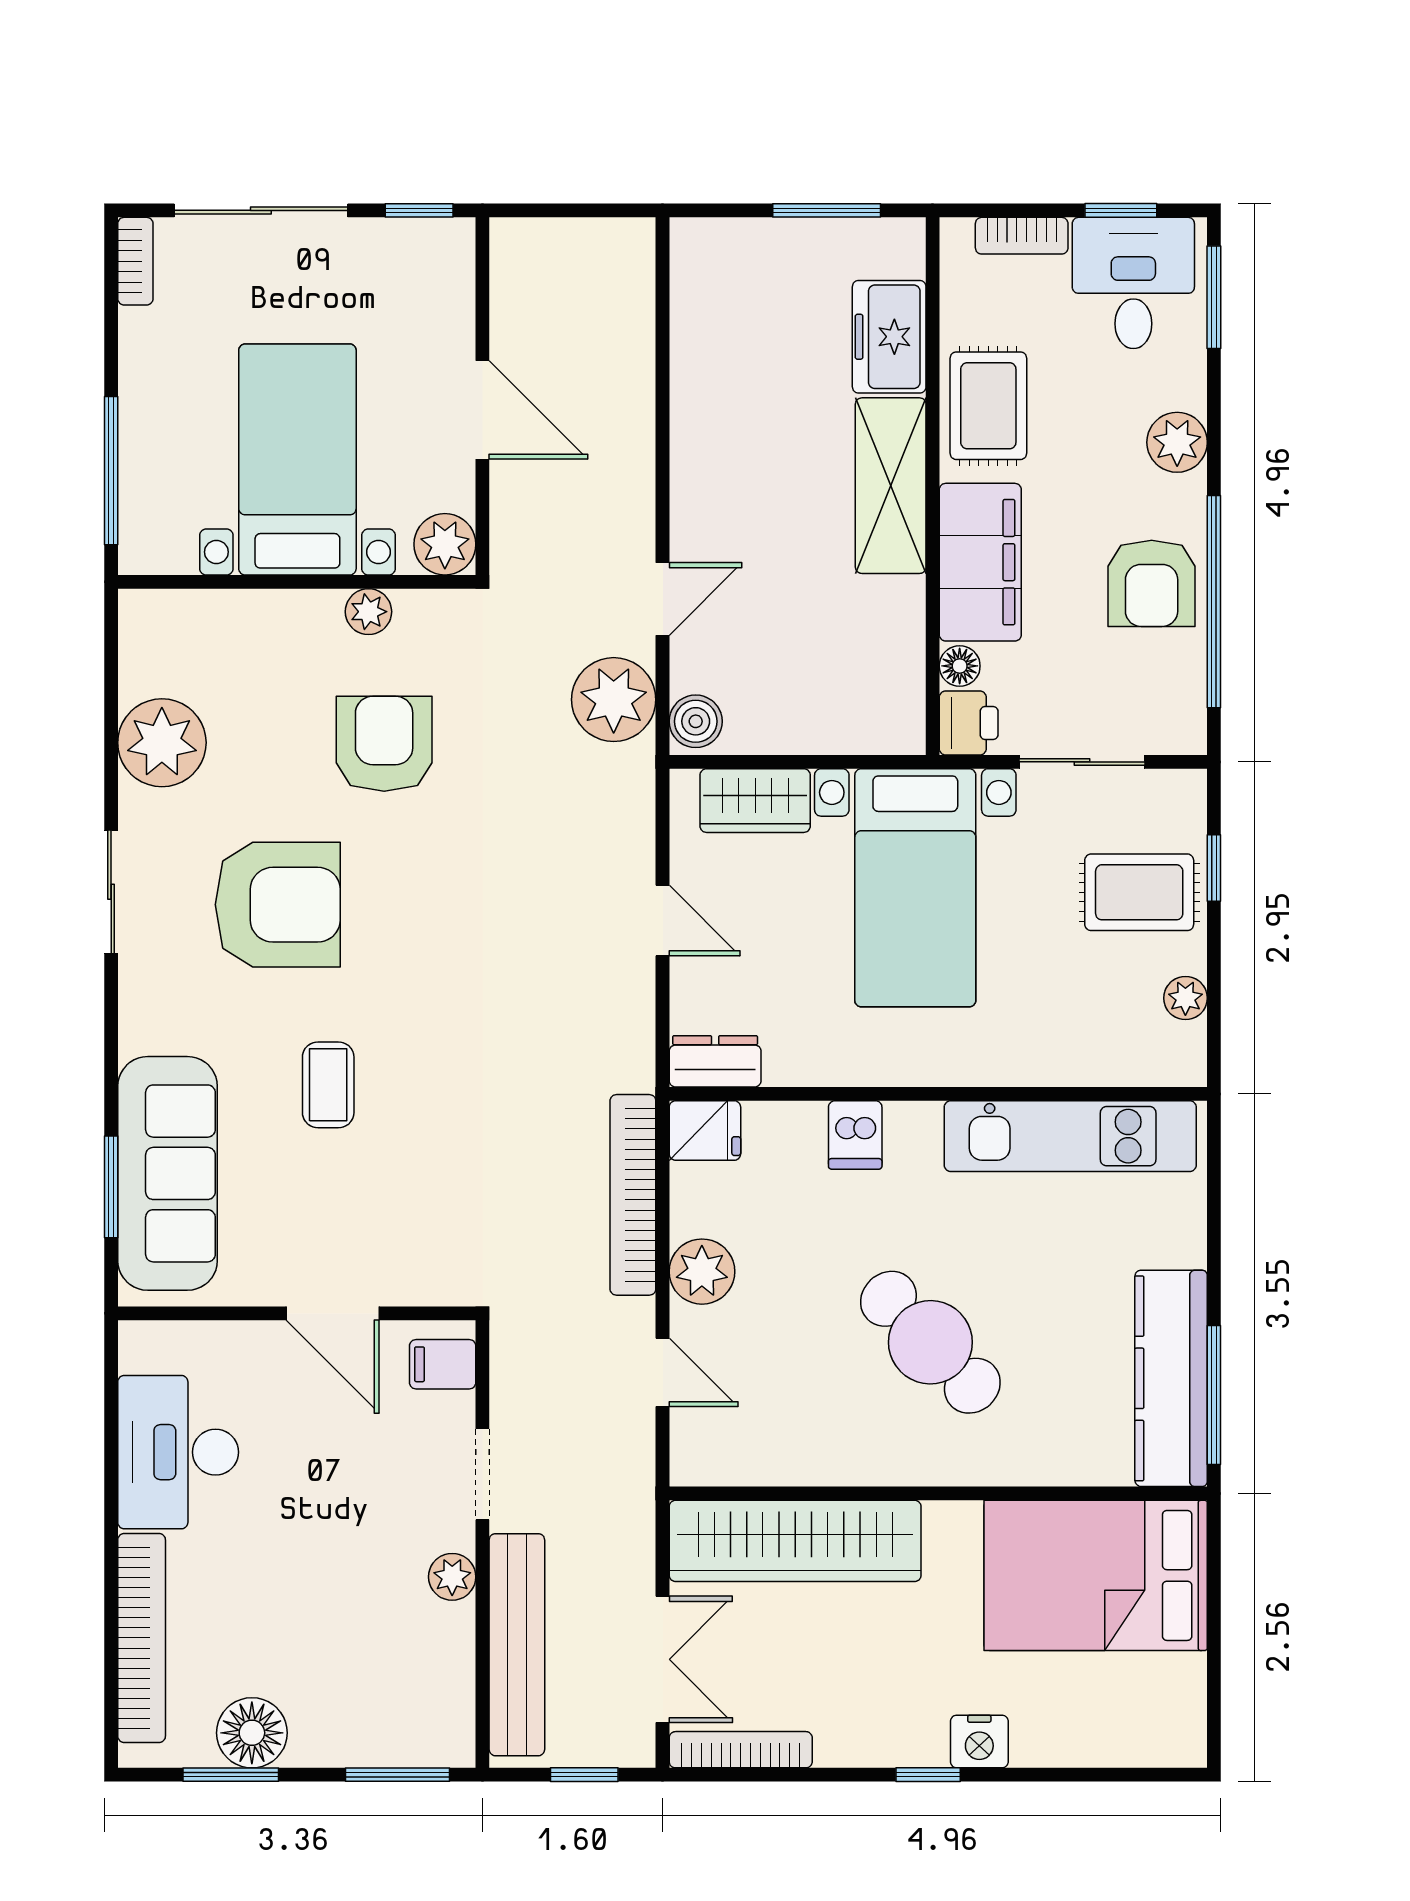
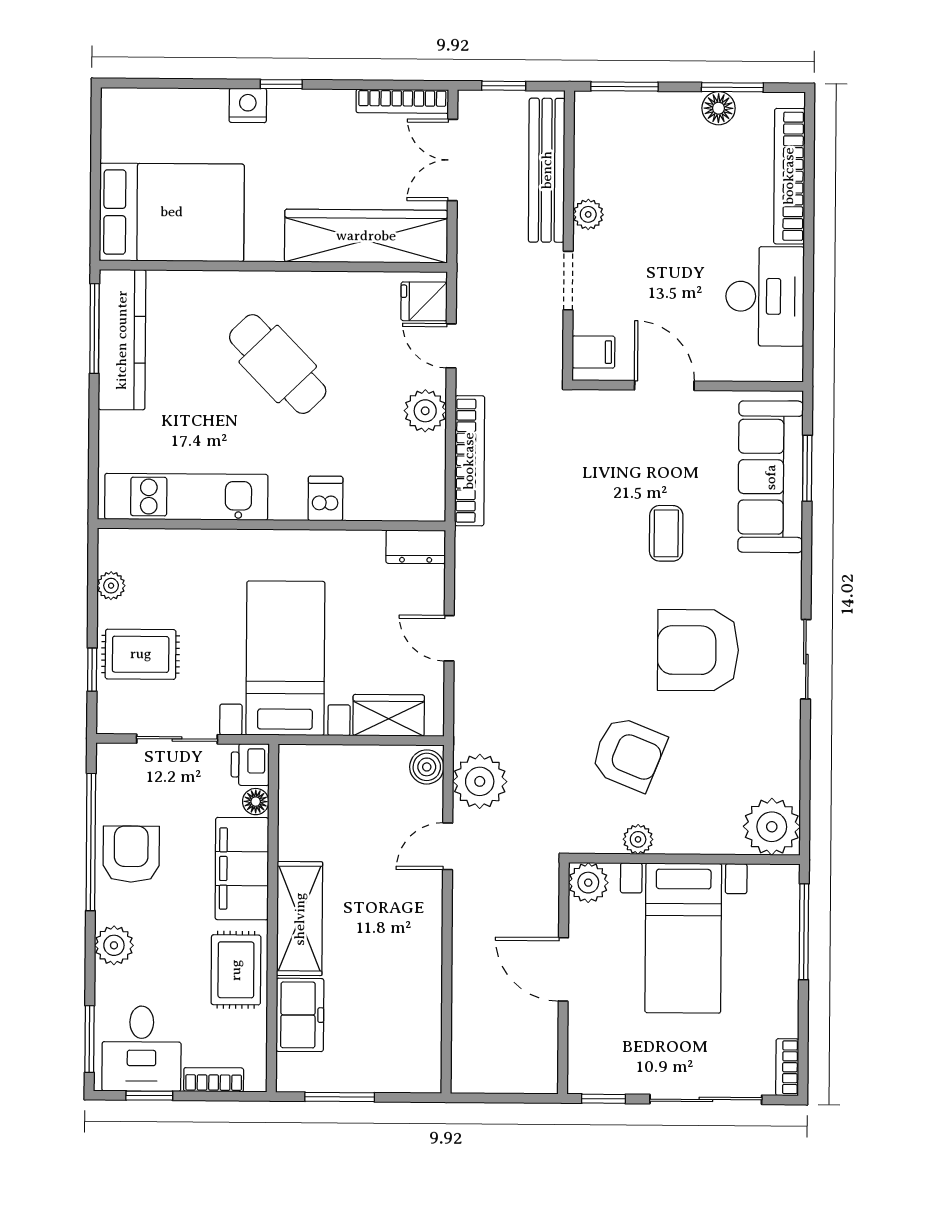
plant: (162, 743) -> (772, 827), moved
armchair: (384, 744) -> (628, 754), turned -68
fridge: (705, 1131) -> (424, 301), moved
floor lamp: (252, 1733) -> (719, 108), width x0.73, depth x0.73

